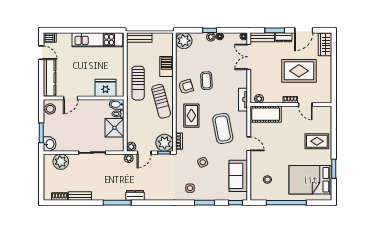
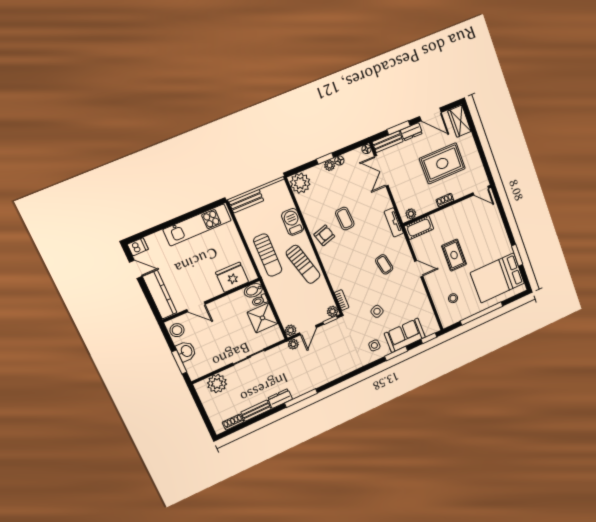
door: (304, 30) -> (430, 114), hinge flipped
door: (71, 98) -> (196, 307), hinge flipped
door: (305, 105) -> (481, 191), moved
cot: (266, 114) -> (419, 228), width x0.73, depth x0.75
rug: (191, 116) -> (344, 265), removed
coffee table: (223, 128) -> (384, 264), width x0.54, depth x0.58
rug: (317, 141) -> (454, 255), moved, turned 90
plant: (165, 143) -> (333, 311), width x0.53, depth x0.53
washbasin: (50, 144) -> (186, 351), moved
sofa: (238, 176) -> (405, 335), moved, turned 90
dresser: (135, 195) -> (280, 399), moved

